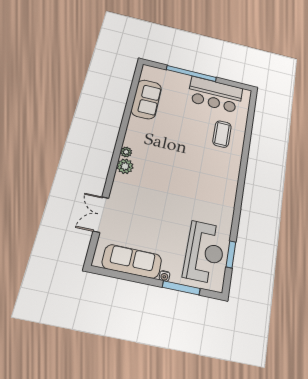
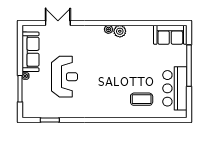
sofa: (146, 99) -> (170, 35), moved
plant: (125, 166) -> (120, 31), moved
reception desk: (205, 252) -> (64, 77), moved, turned -90

